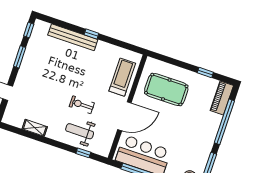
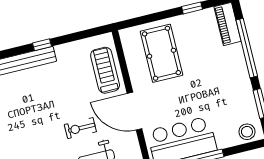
pool table: (166, 90) -> (161, 53), turned 90
door: (124, 116) -> (135, 111), swing flipped

